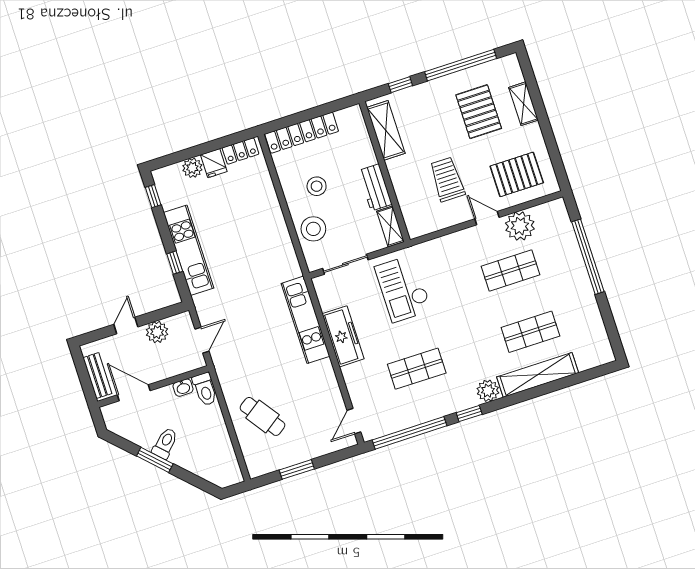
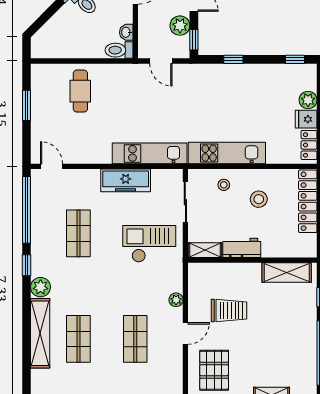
pallet: (479, 112) -> (277, 355), removed
plant: (520, 226) -> (176, 300), moved, width x0.53, depth x0.53
stool: (313, 229) -> (224, 185), width x0.53, depth x0.53
kitchen unit: (189, 250) -> (227, 153), moved, turned 180
window: (167, 312) -> (194, 40), added
cafe table: (262, 416) -> (80, 91), turned -55

